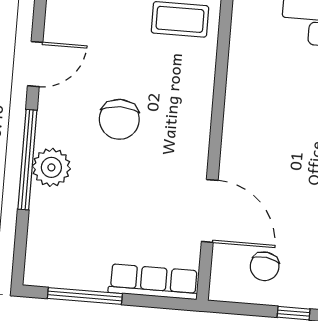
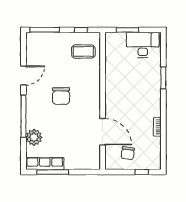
plant: (51, 167) -> (34, 137), moved
row of seats: (154, 282) -> (45, 164), moved

